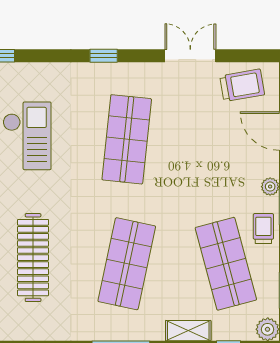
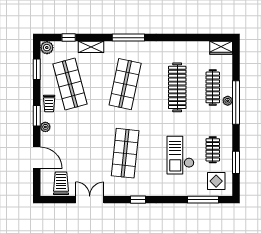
double door: (190, 56) -> (90, 200), swing flipped
trolley: (242, 85) -> (61, 183), turned 100

